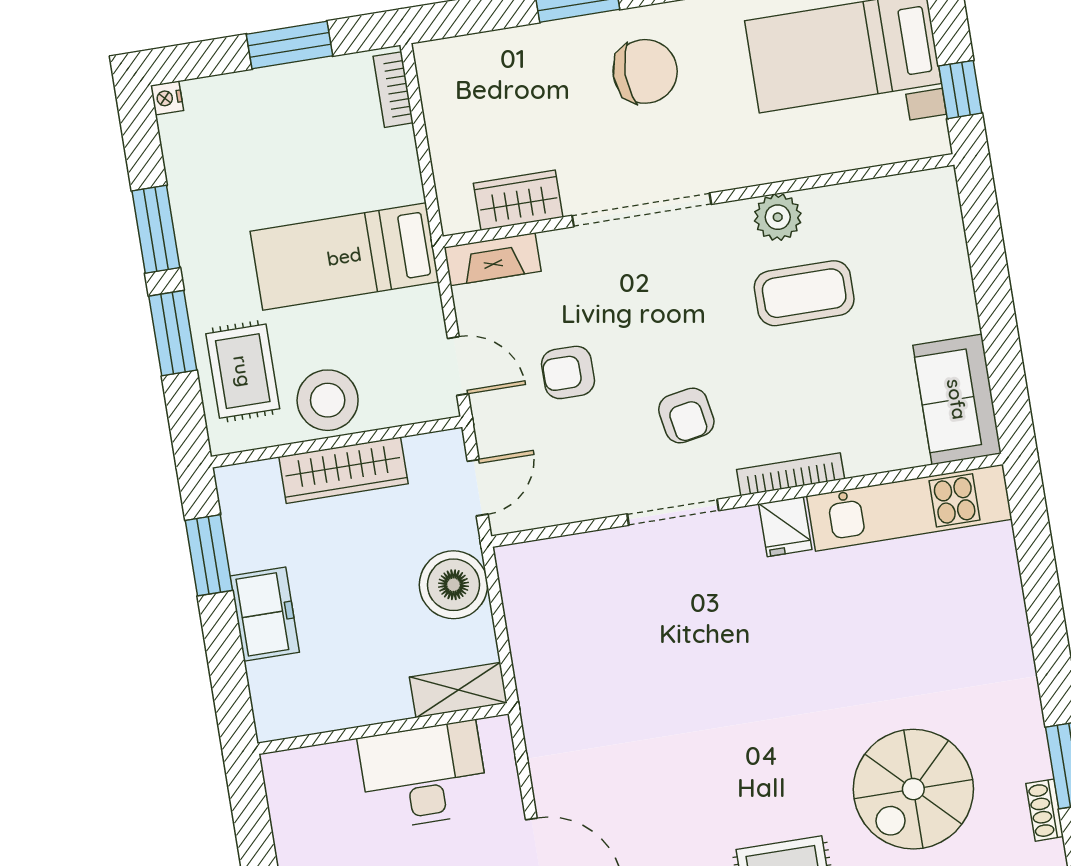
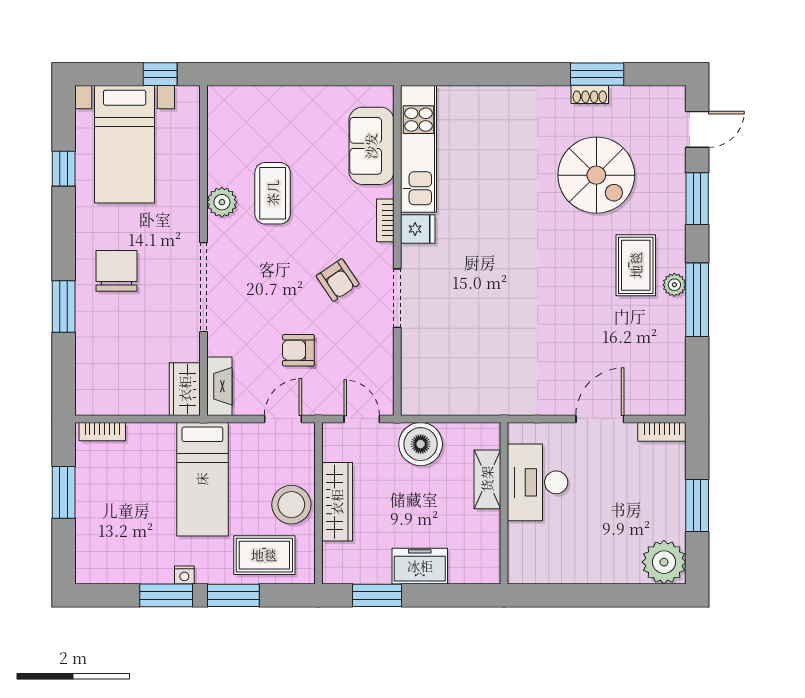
nightstand: (167, 98) -> (184, 575), moved
wardrobe: (518, 200) -> (185, 389), moved
armchair: (568, 372) -> (298, 350), turned 90
sofa: (957, 399) -> (371, 146), moved, turned 90
armchair: (686, 416) -> (338, 280), turned 66
bookcase: (791, 474) -> (385, 220), width x0.64
shelving: (458, 690) -> (487, 479), moved
shoe rack: (1045, 810) -> (590, 94), moved

